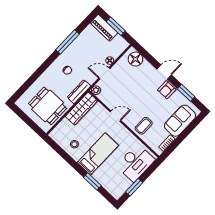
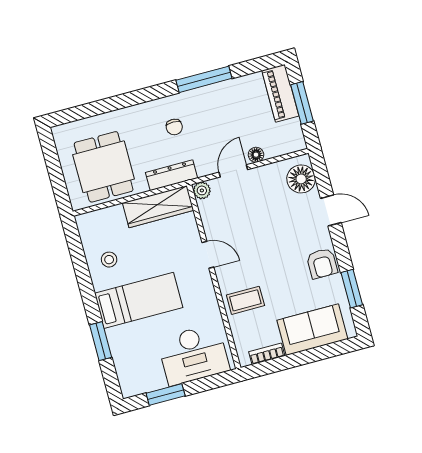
door: (164, 72) -> (331, 210), moved
door: (104, 73) -> (233, 171), hinge flipped
armchair: (167, 90) -> (322, 263), turned -90

